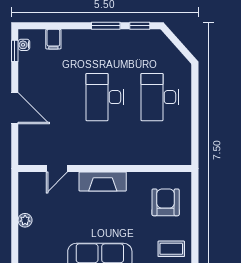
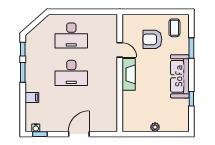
filing cabinet: (53, 39) -> (32, 98), moved
door: (57, 168) -> (120, 50), moved
armchair: (166, 202) -> (152, 39), moved

